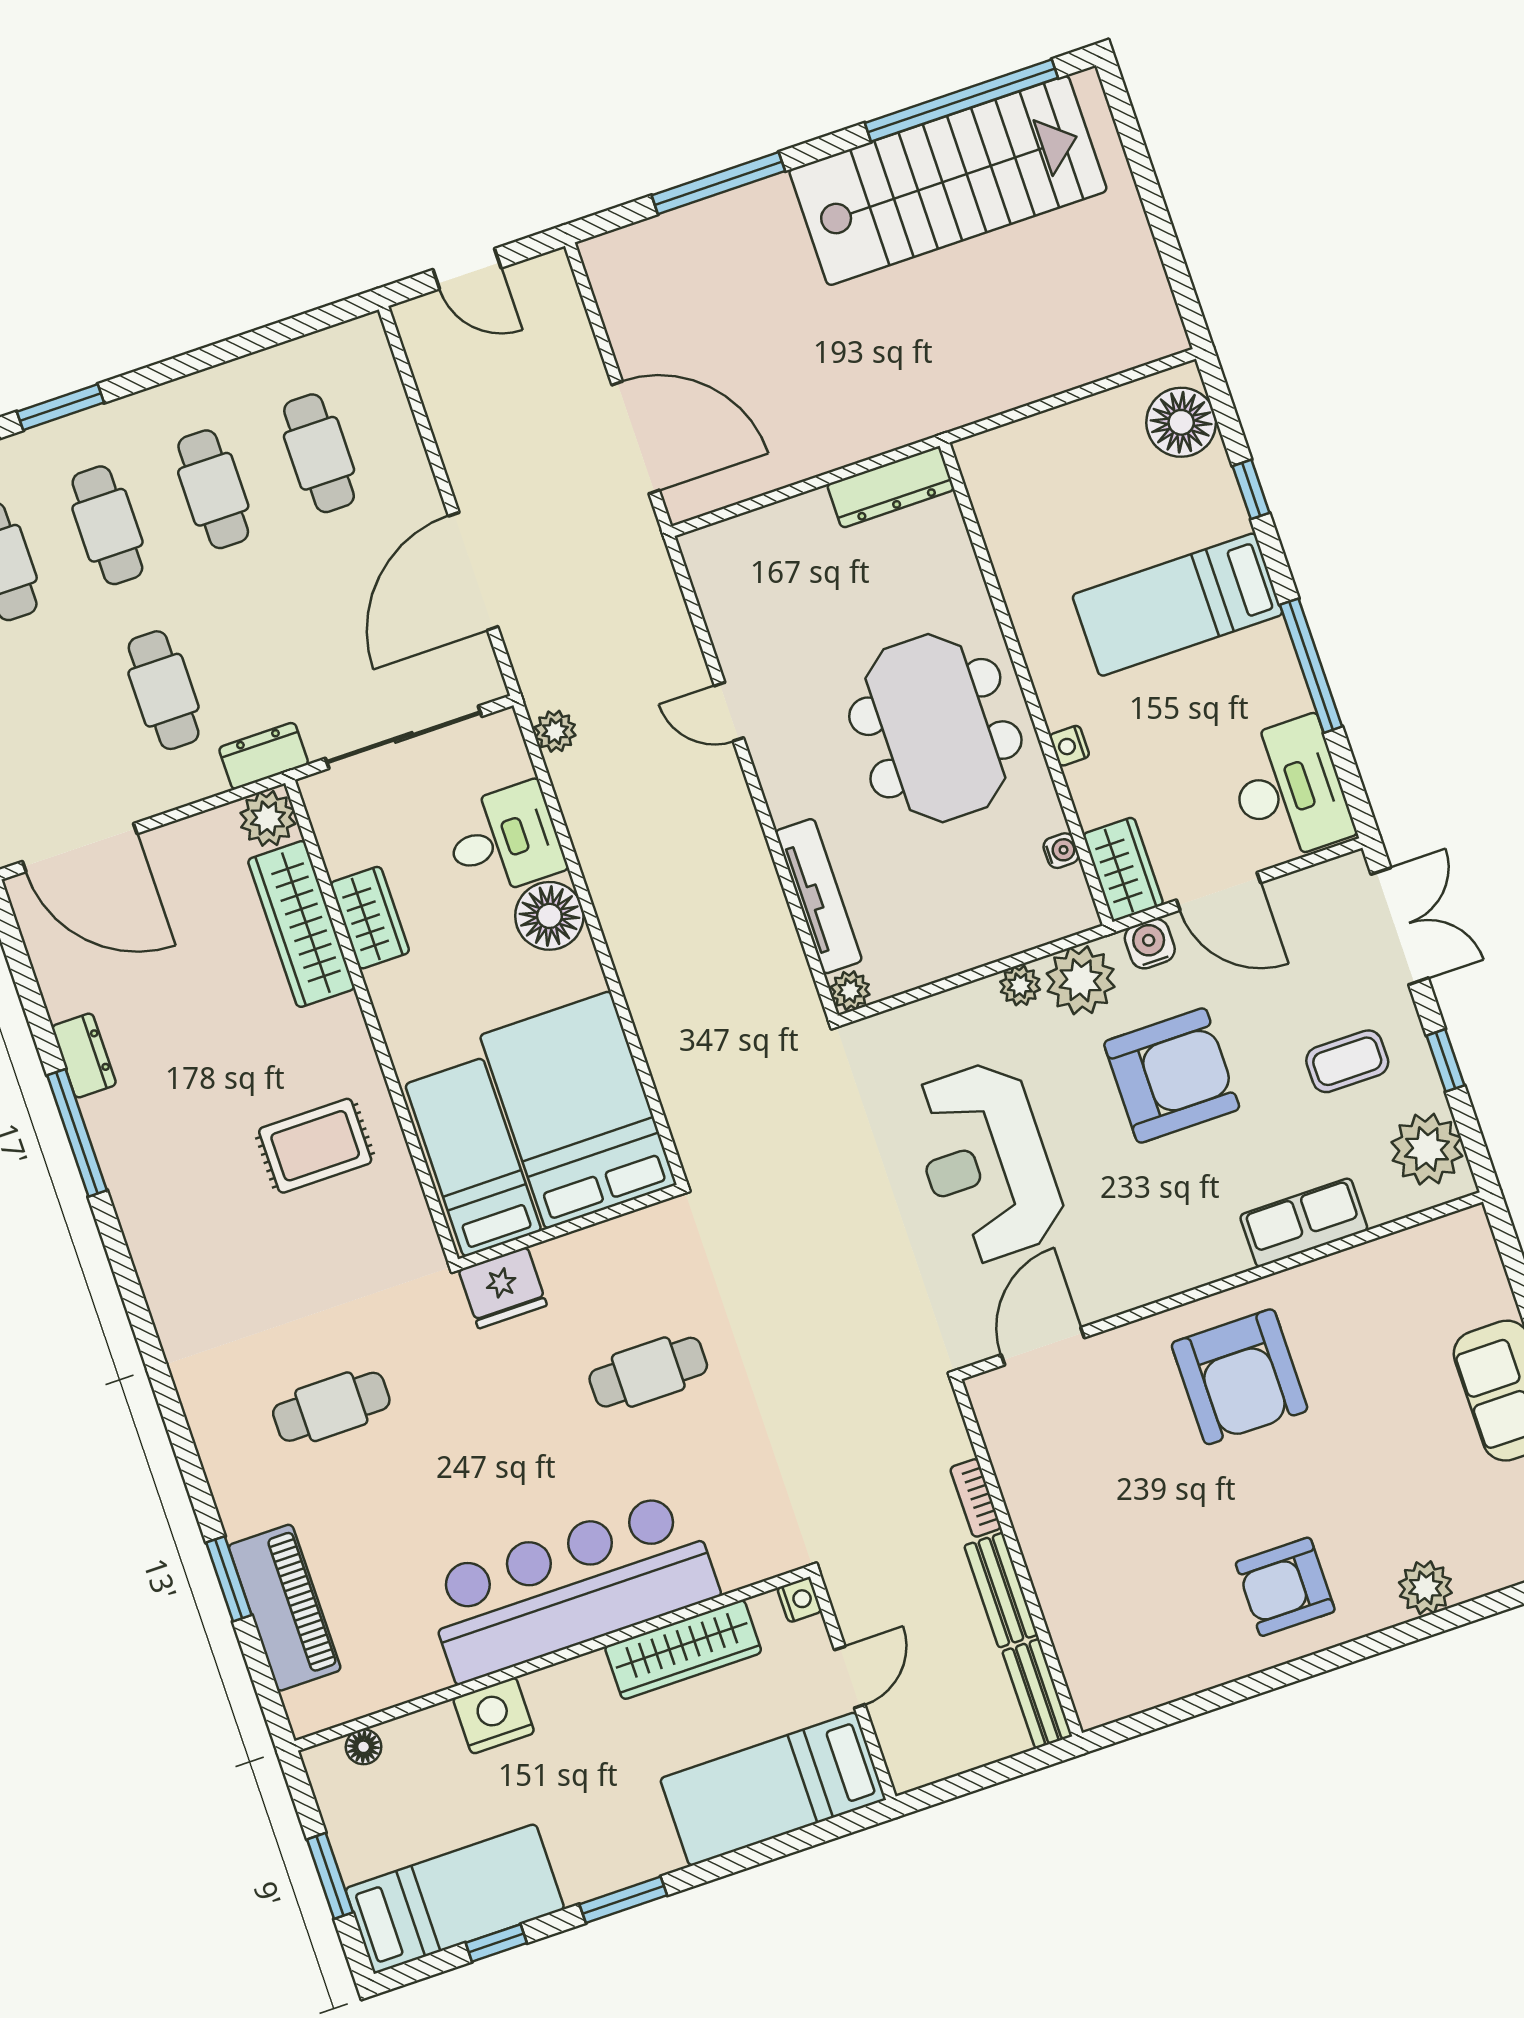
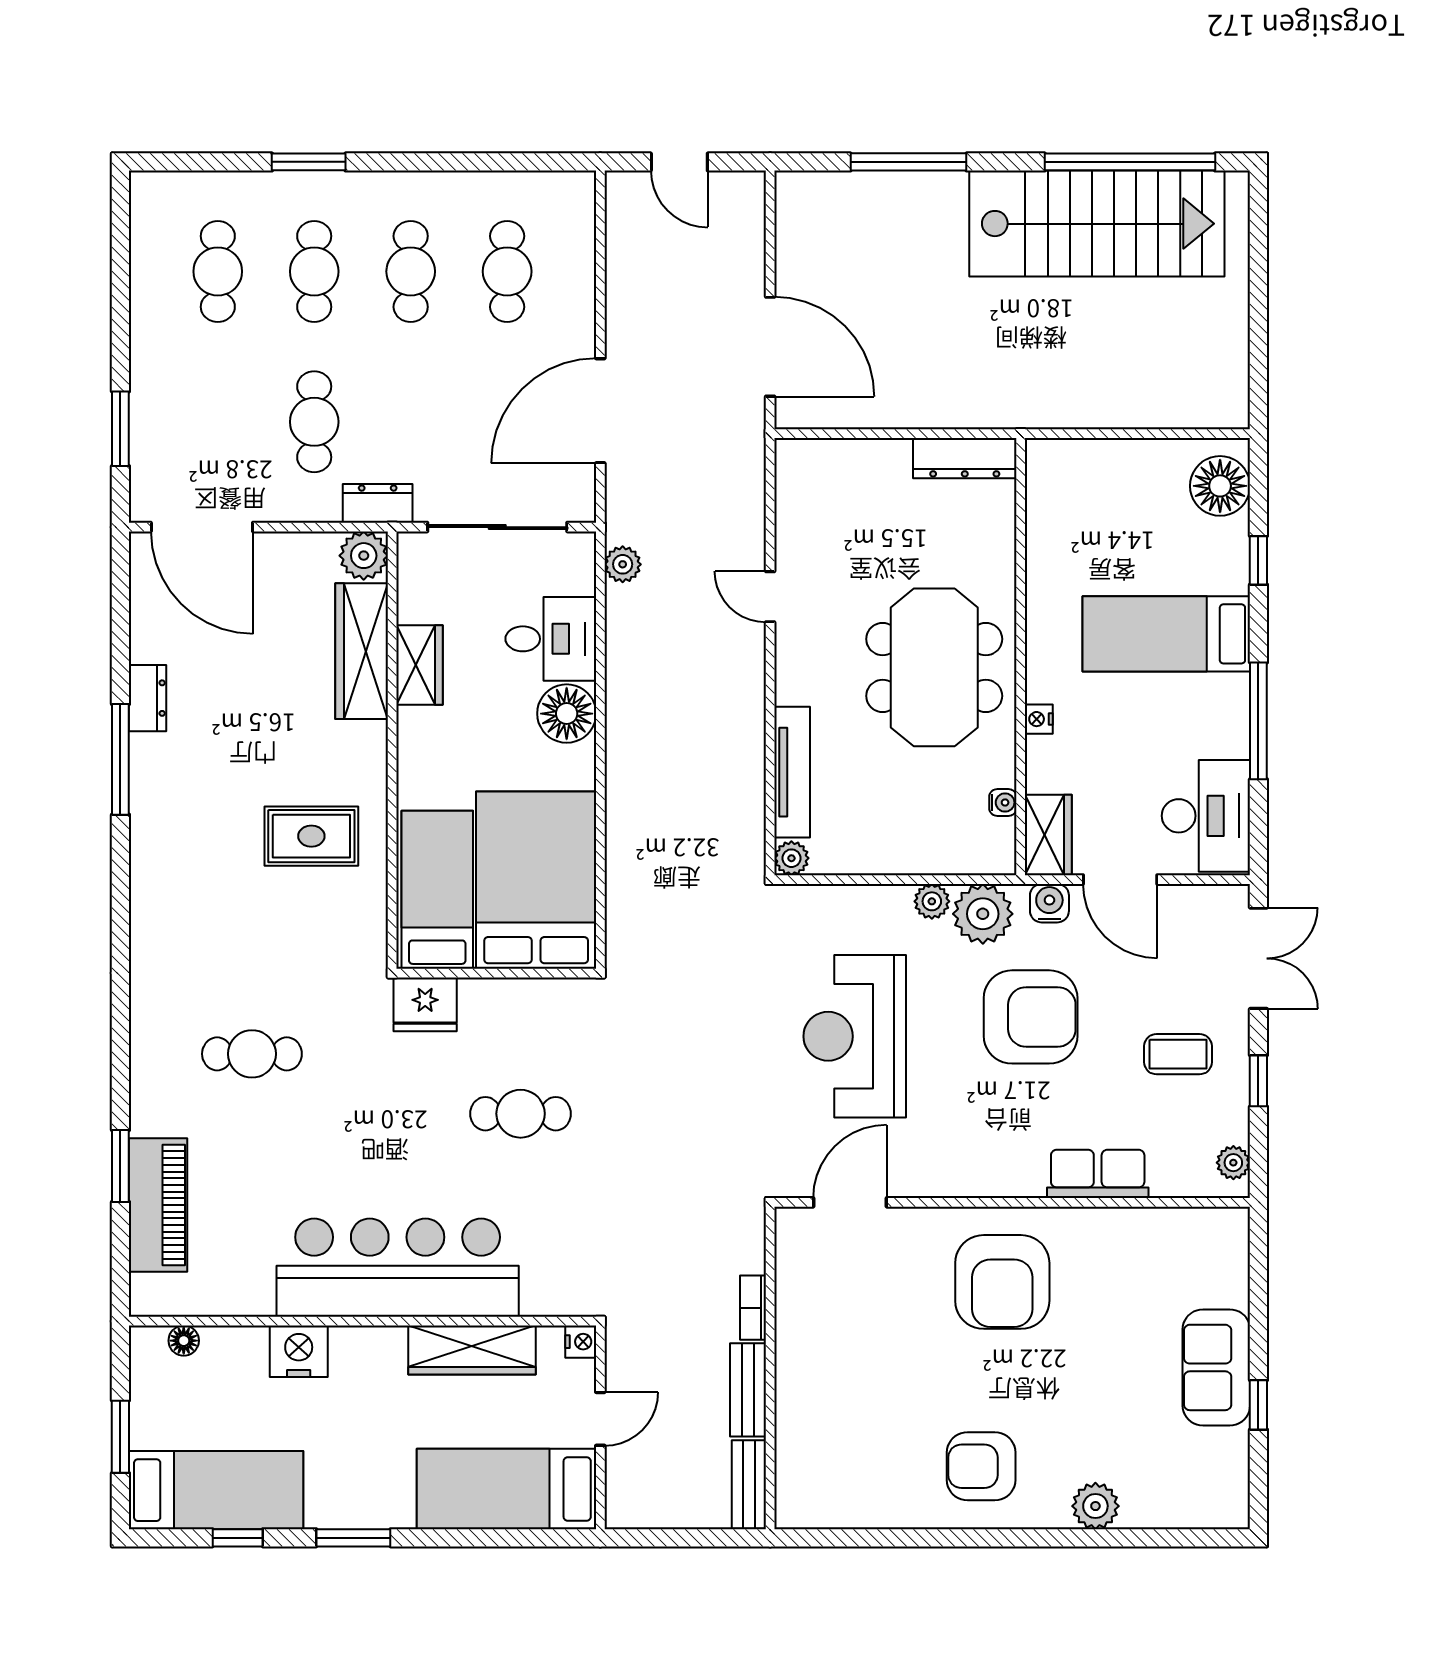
plant: (1427, 1149) -> (1233, 1163), width x0.53, depth x0.53

